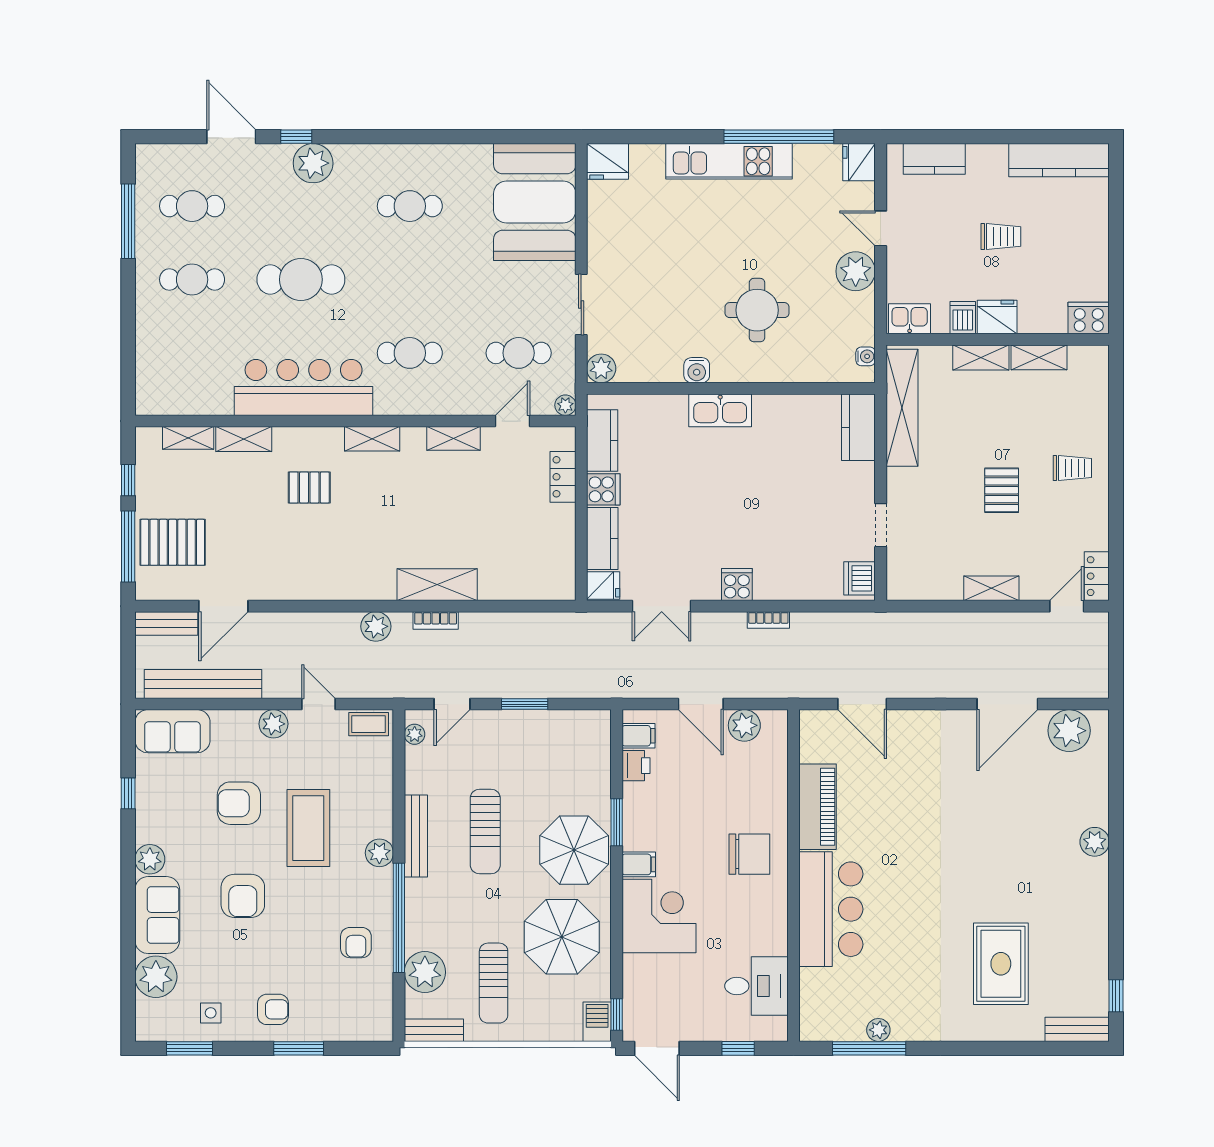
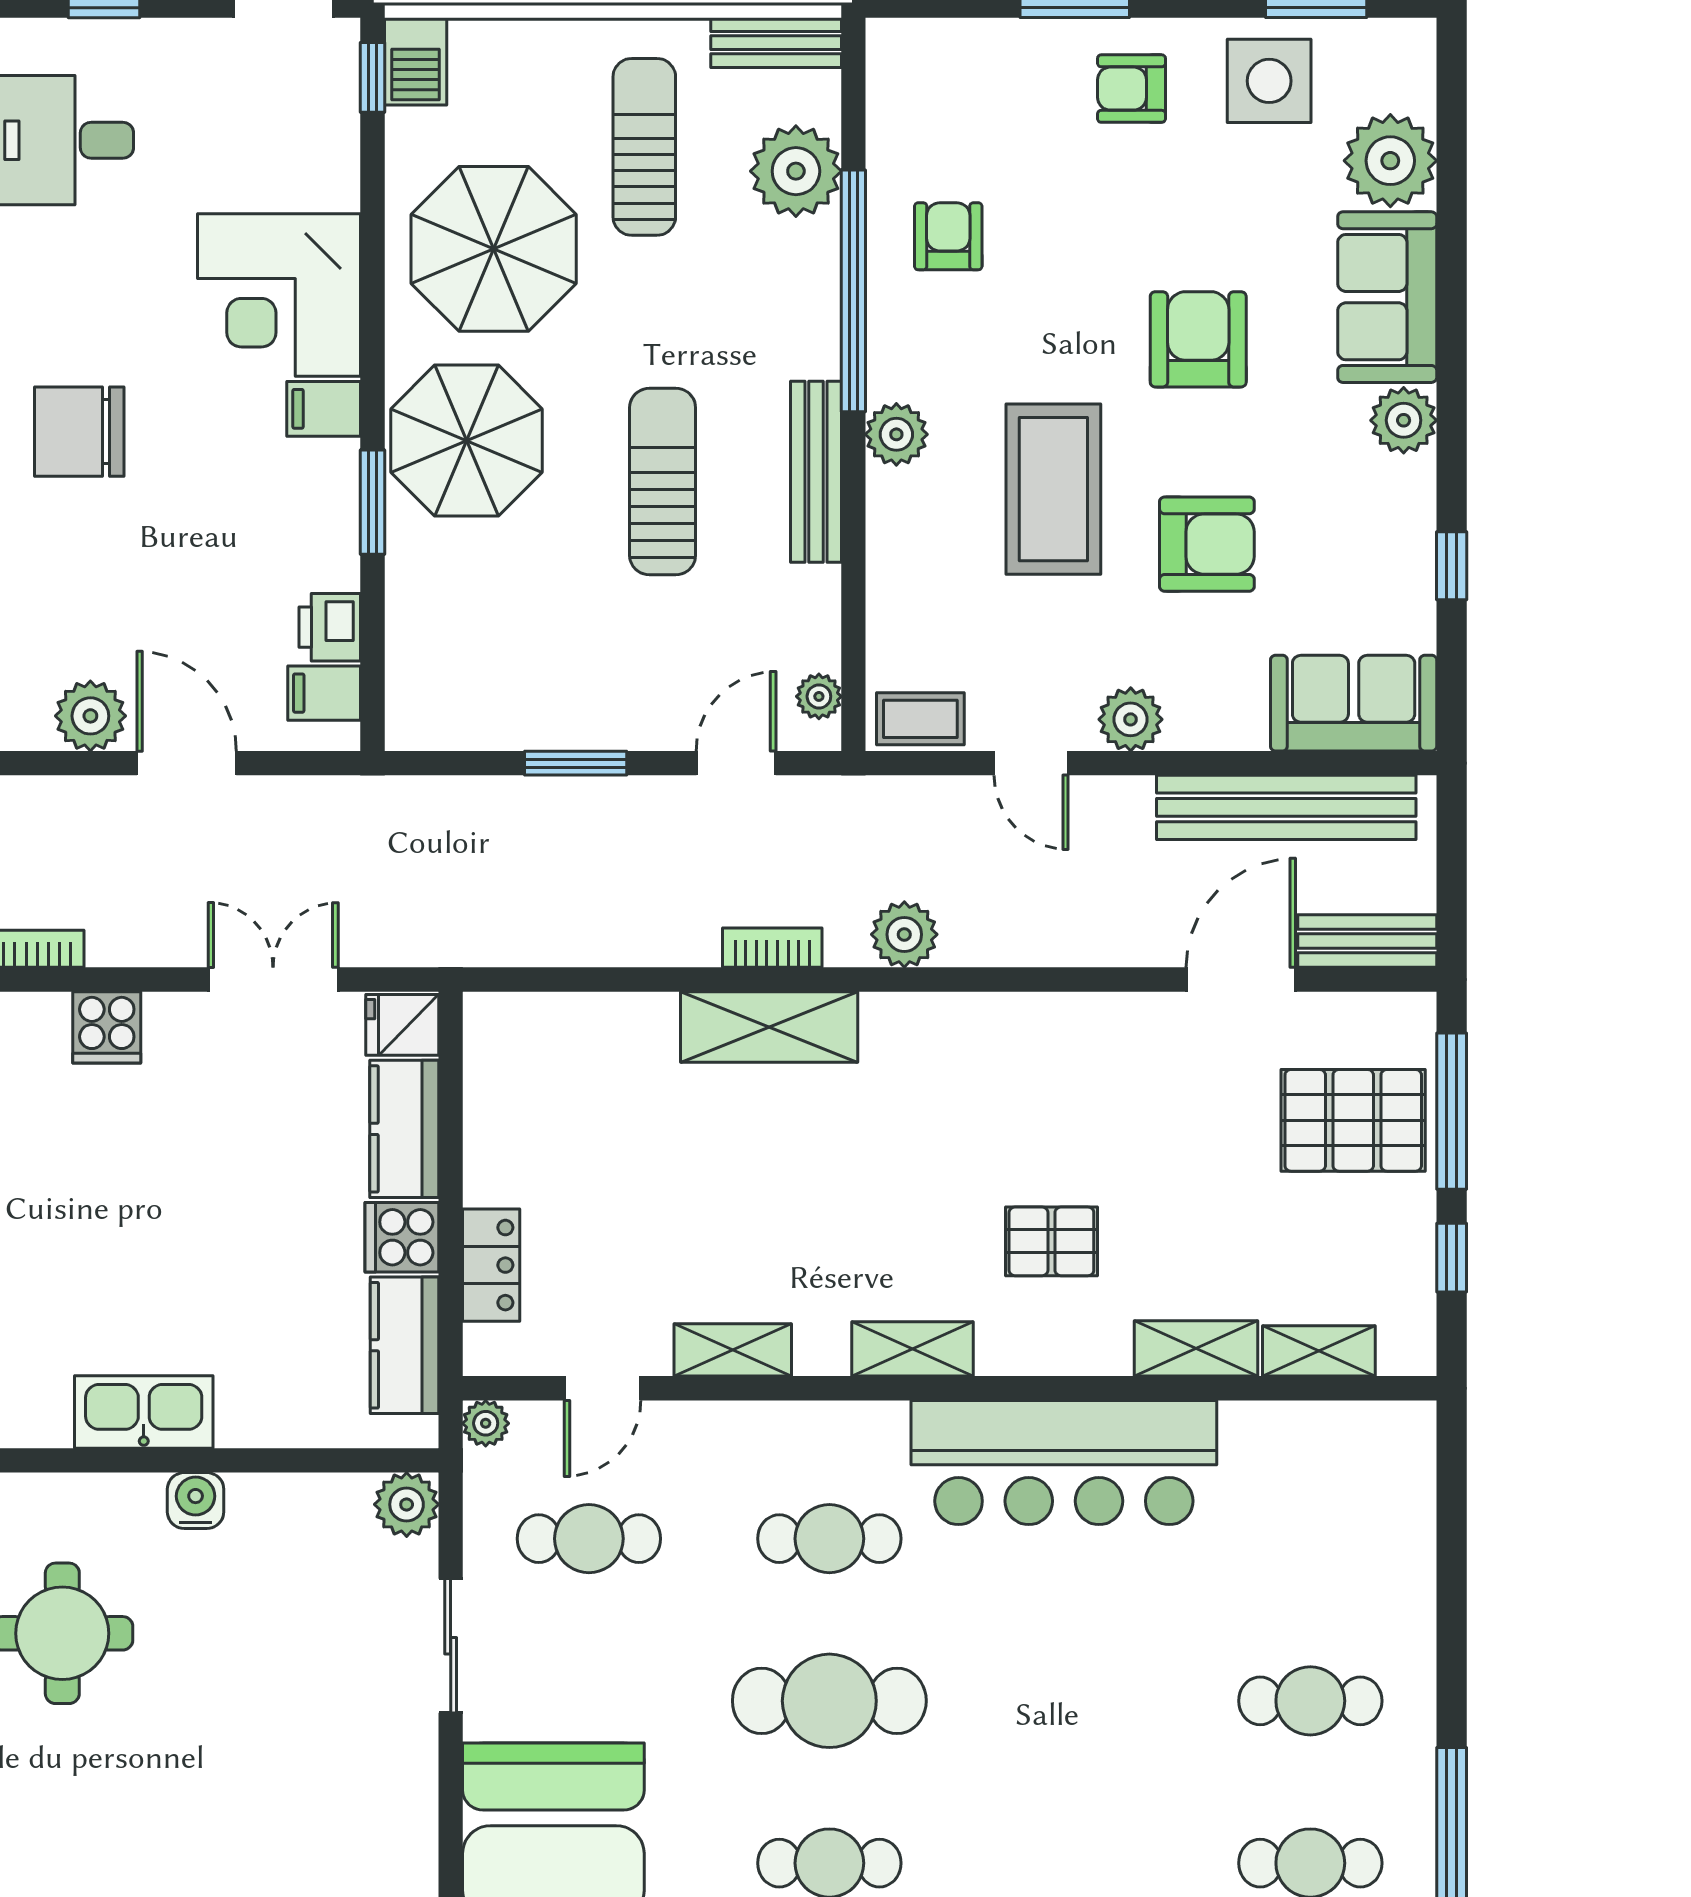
cafe table: (301, 280) -> (829, 1701), moved
side table: (211, 1013) -> (1269, 81), width x1.87, depth x1.87

